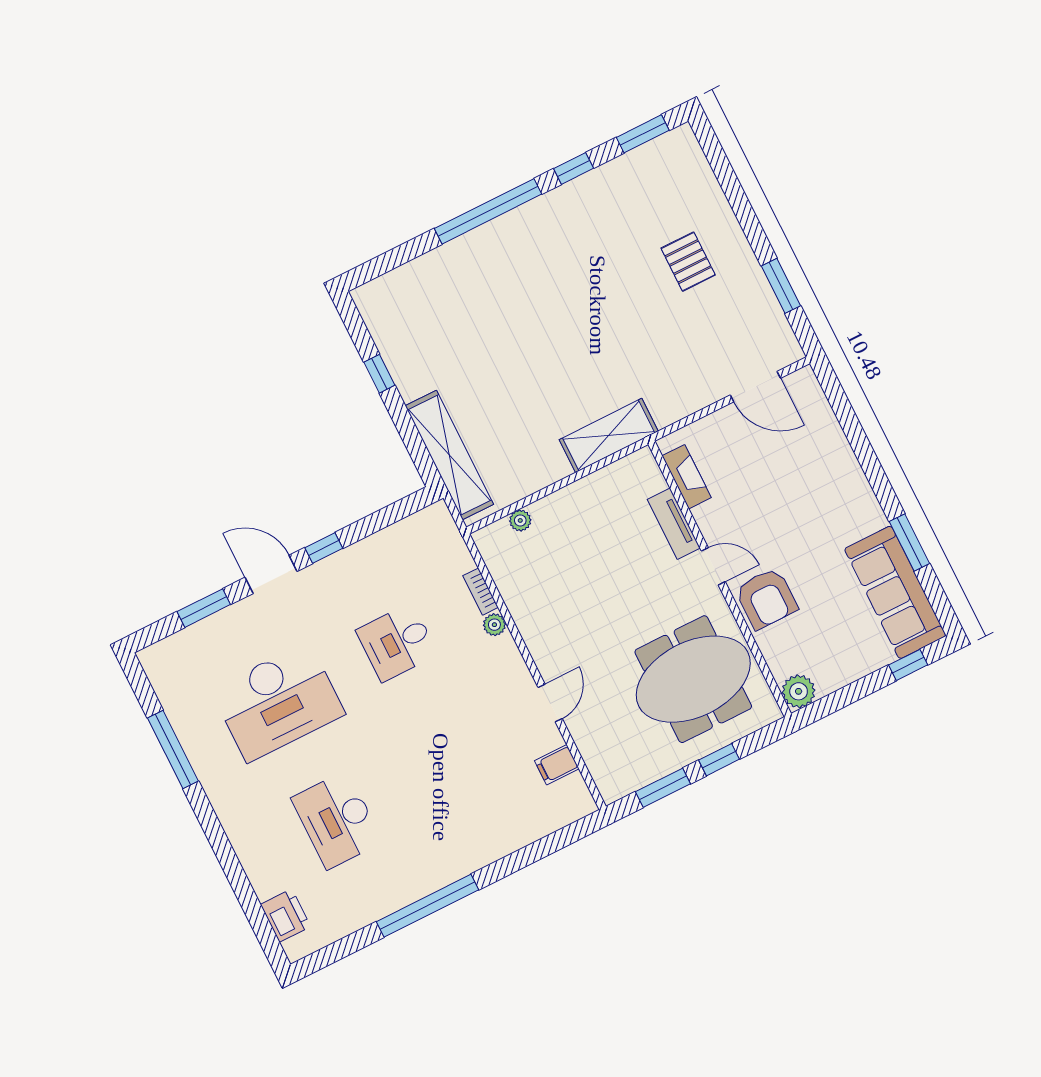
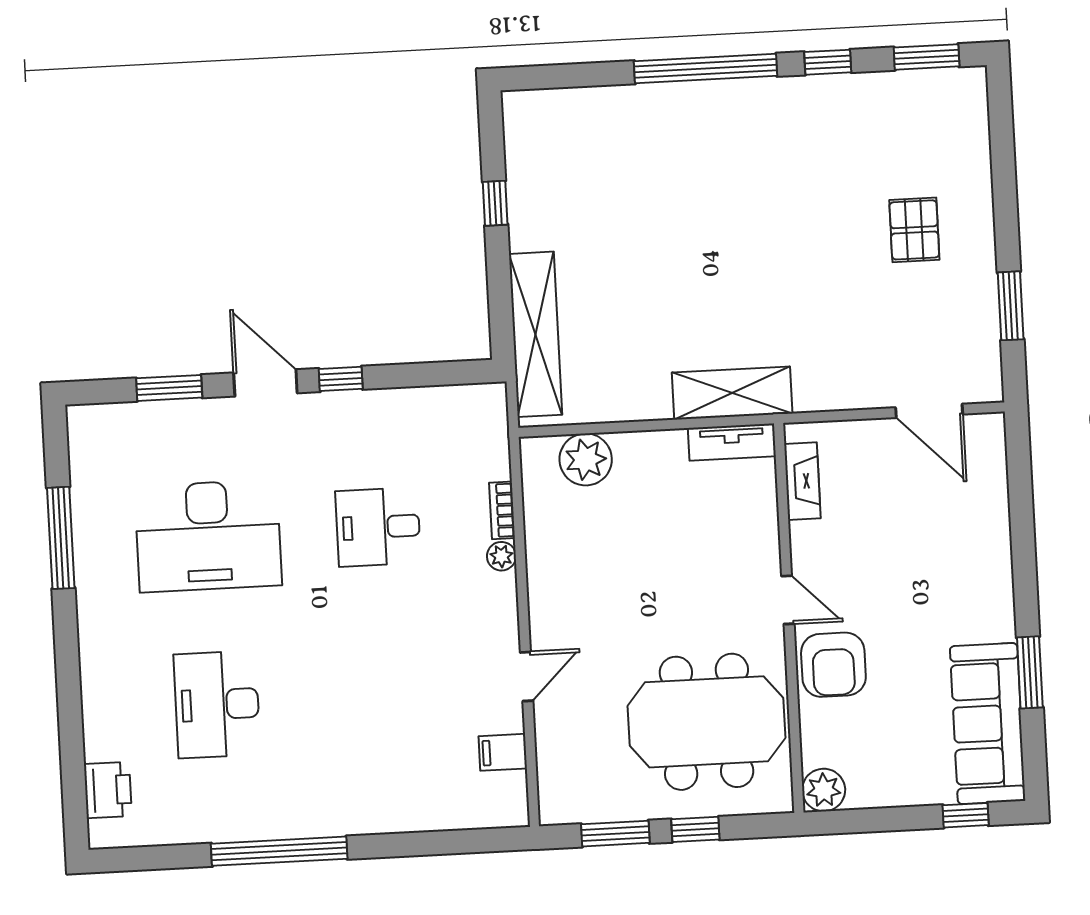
plant: (520, 520) -> (586, 459), width x1.87, depth x1.87
tv unit: (674, 524) -> (732, 442), moved, turned -90

